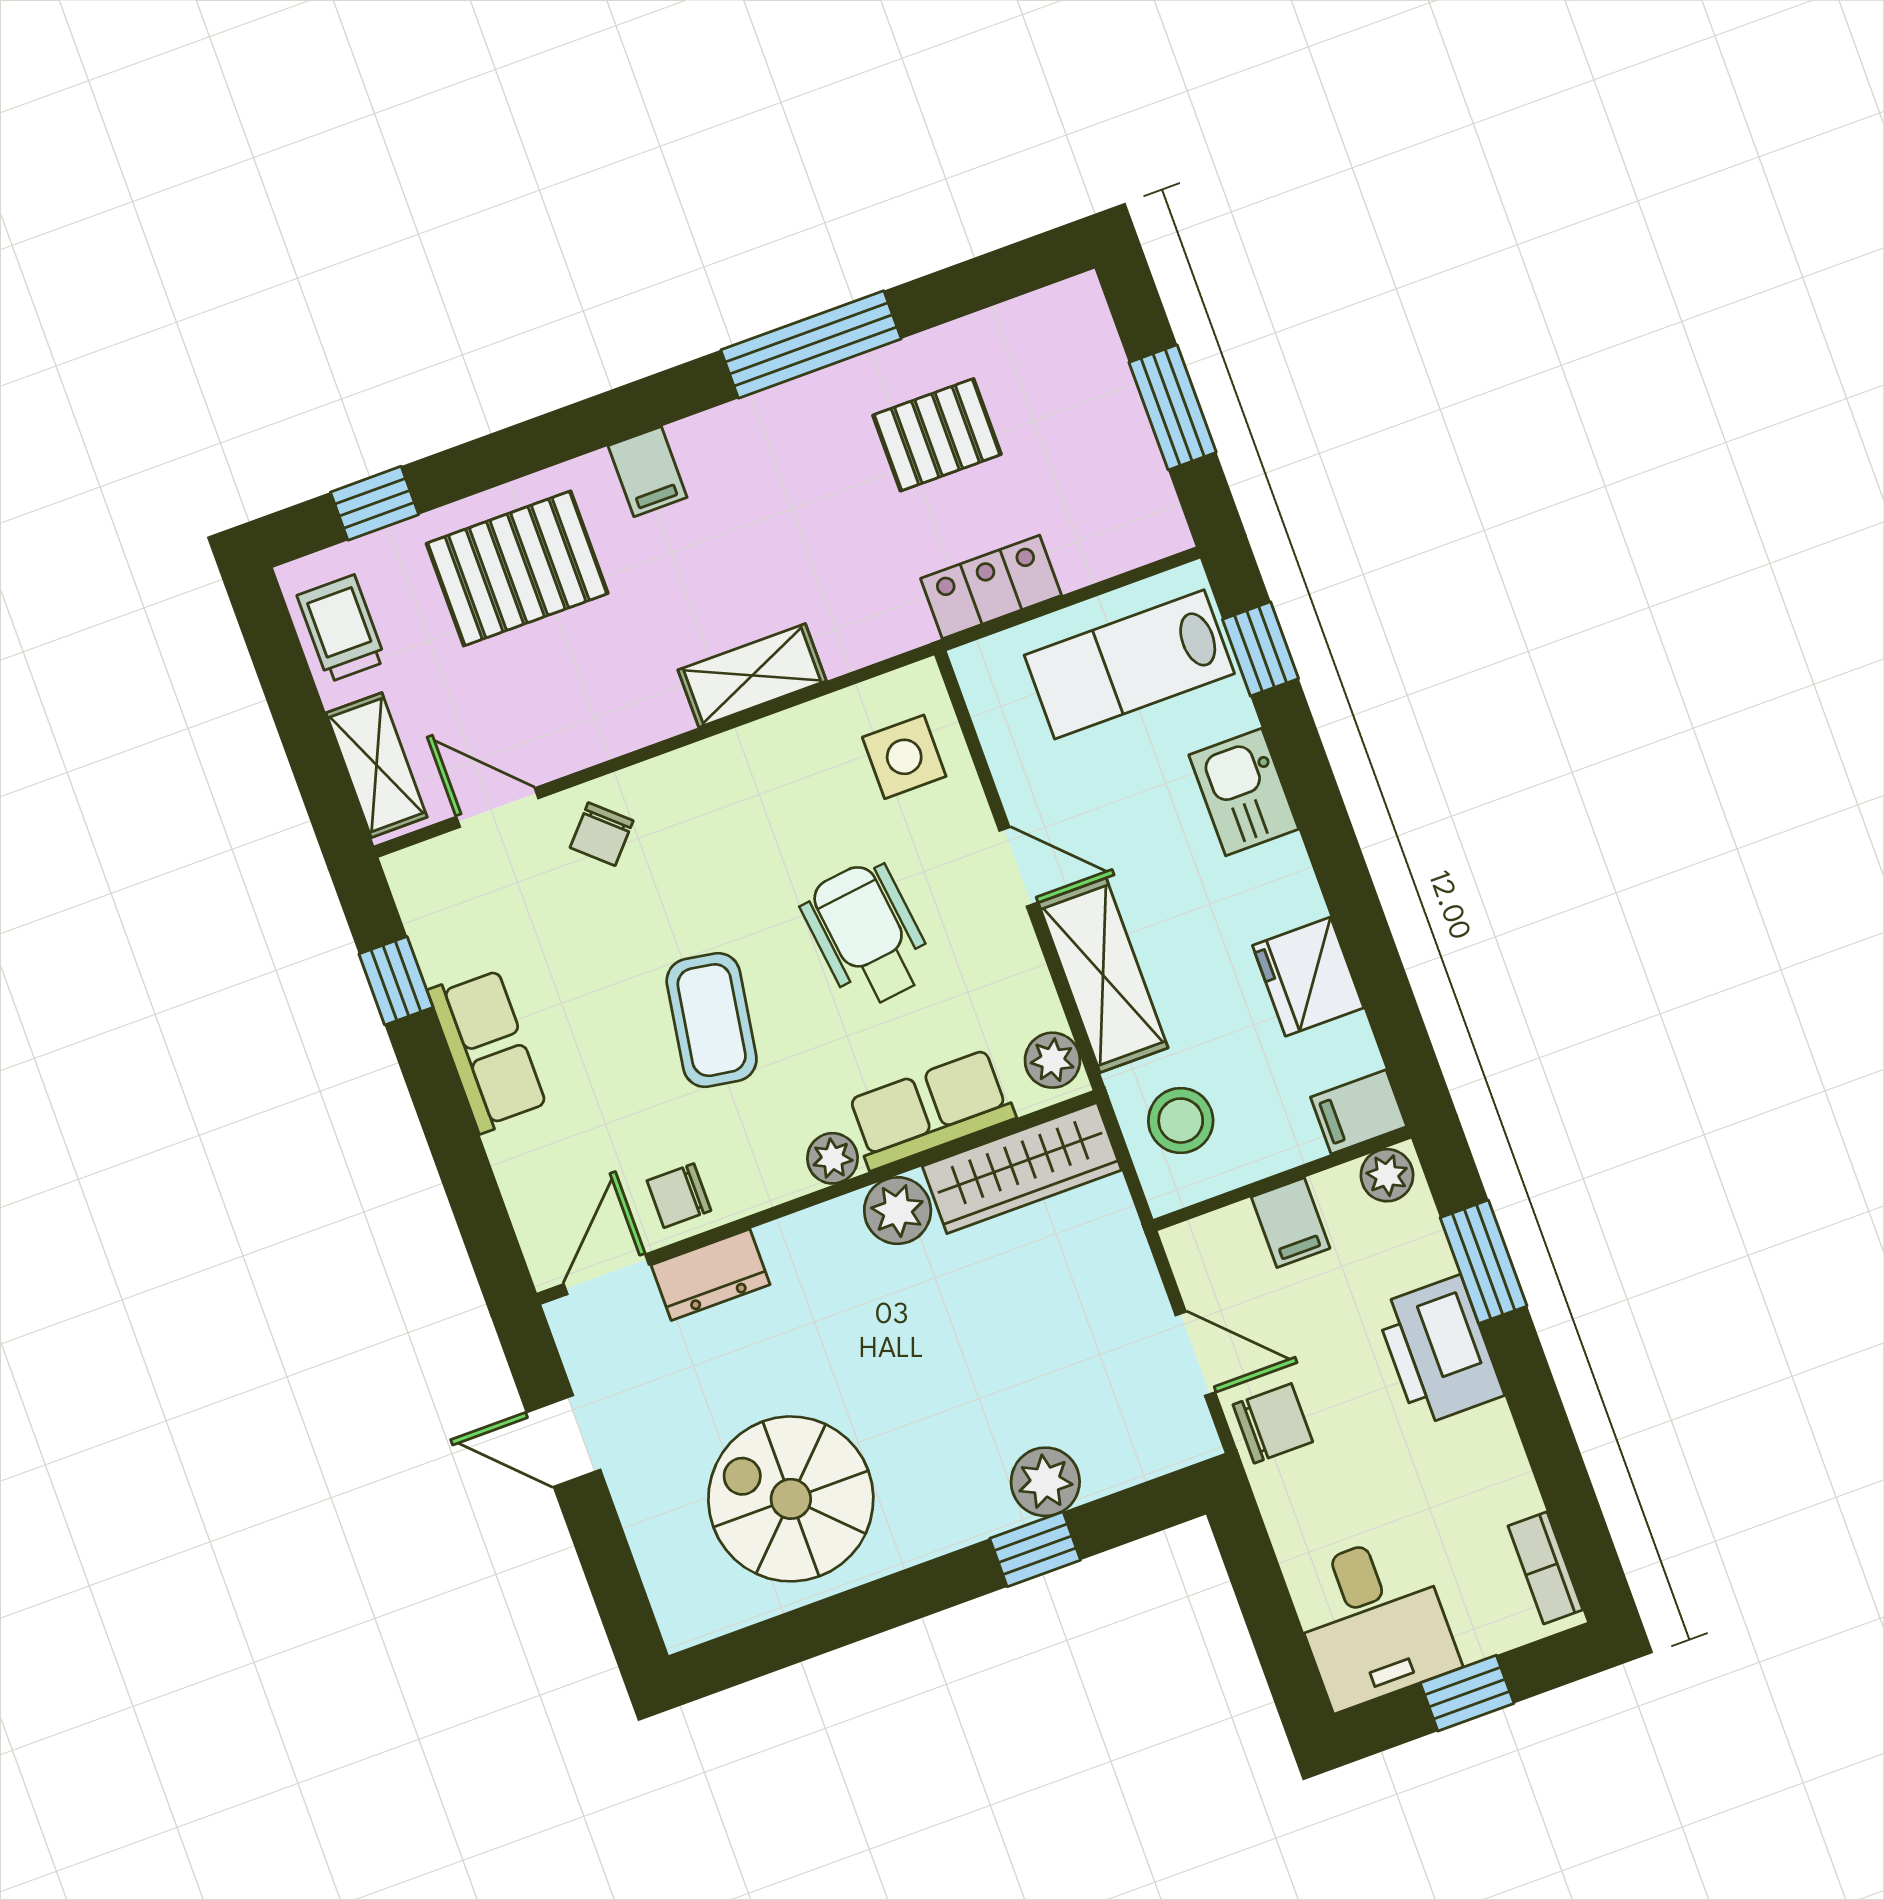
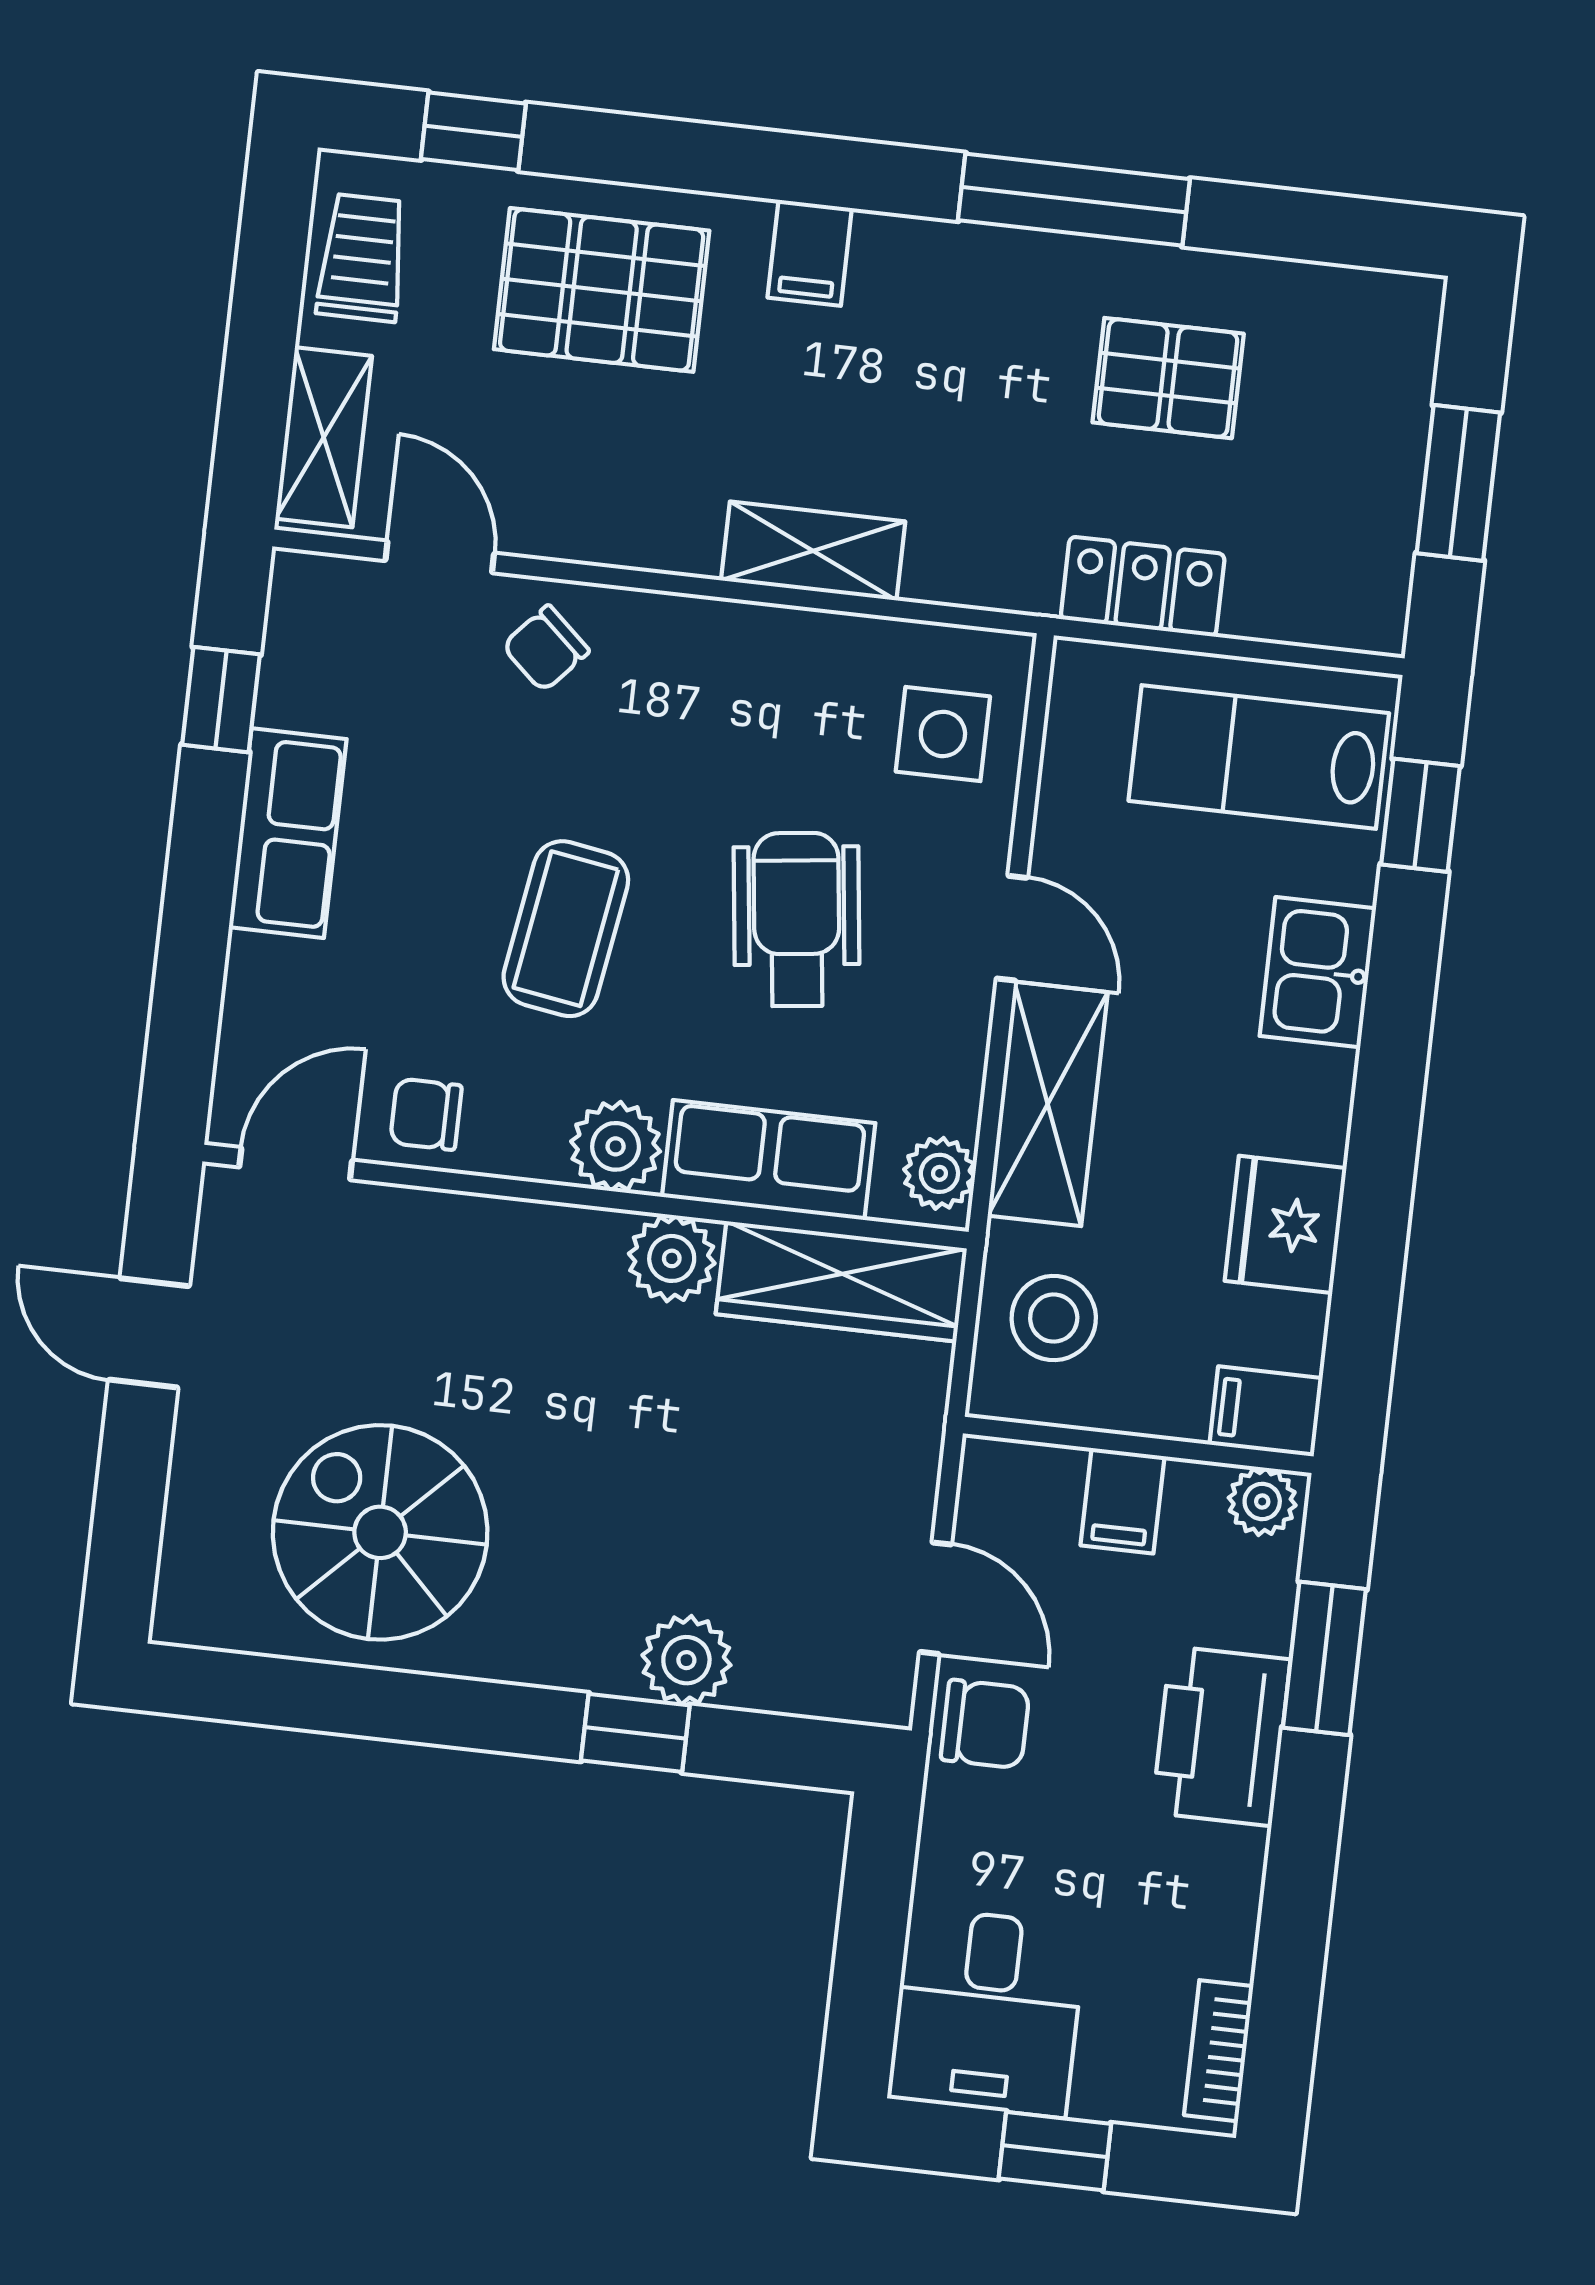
plant: (833, 1158) -> (616, 1146), width x1.38, depth x1.38
dresser: (711, 1275) -> (417, 1225), removed

